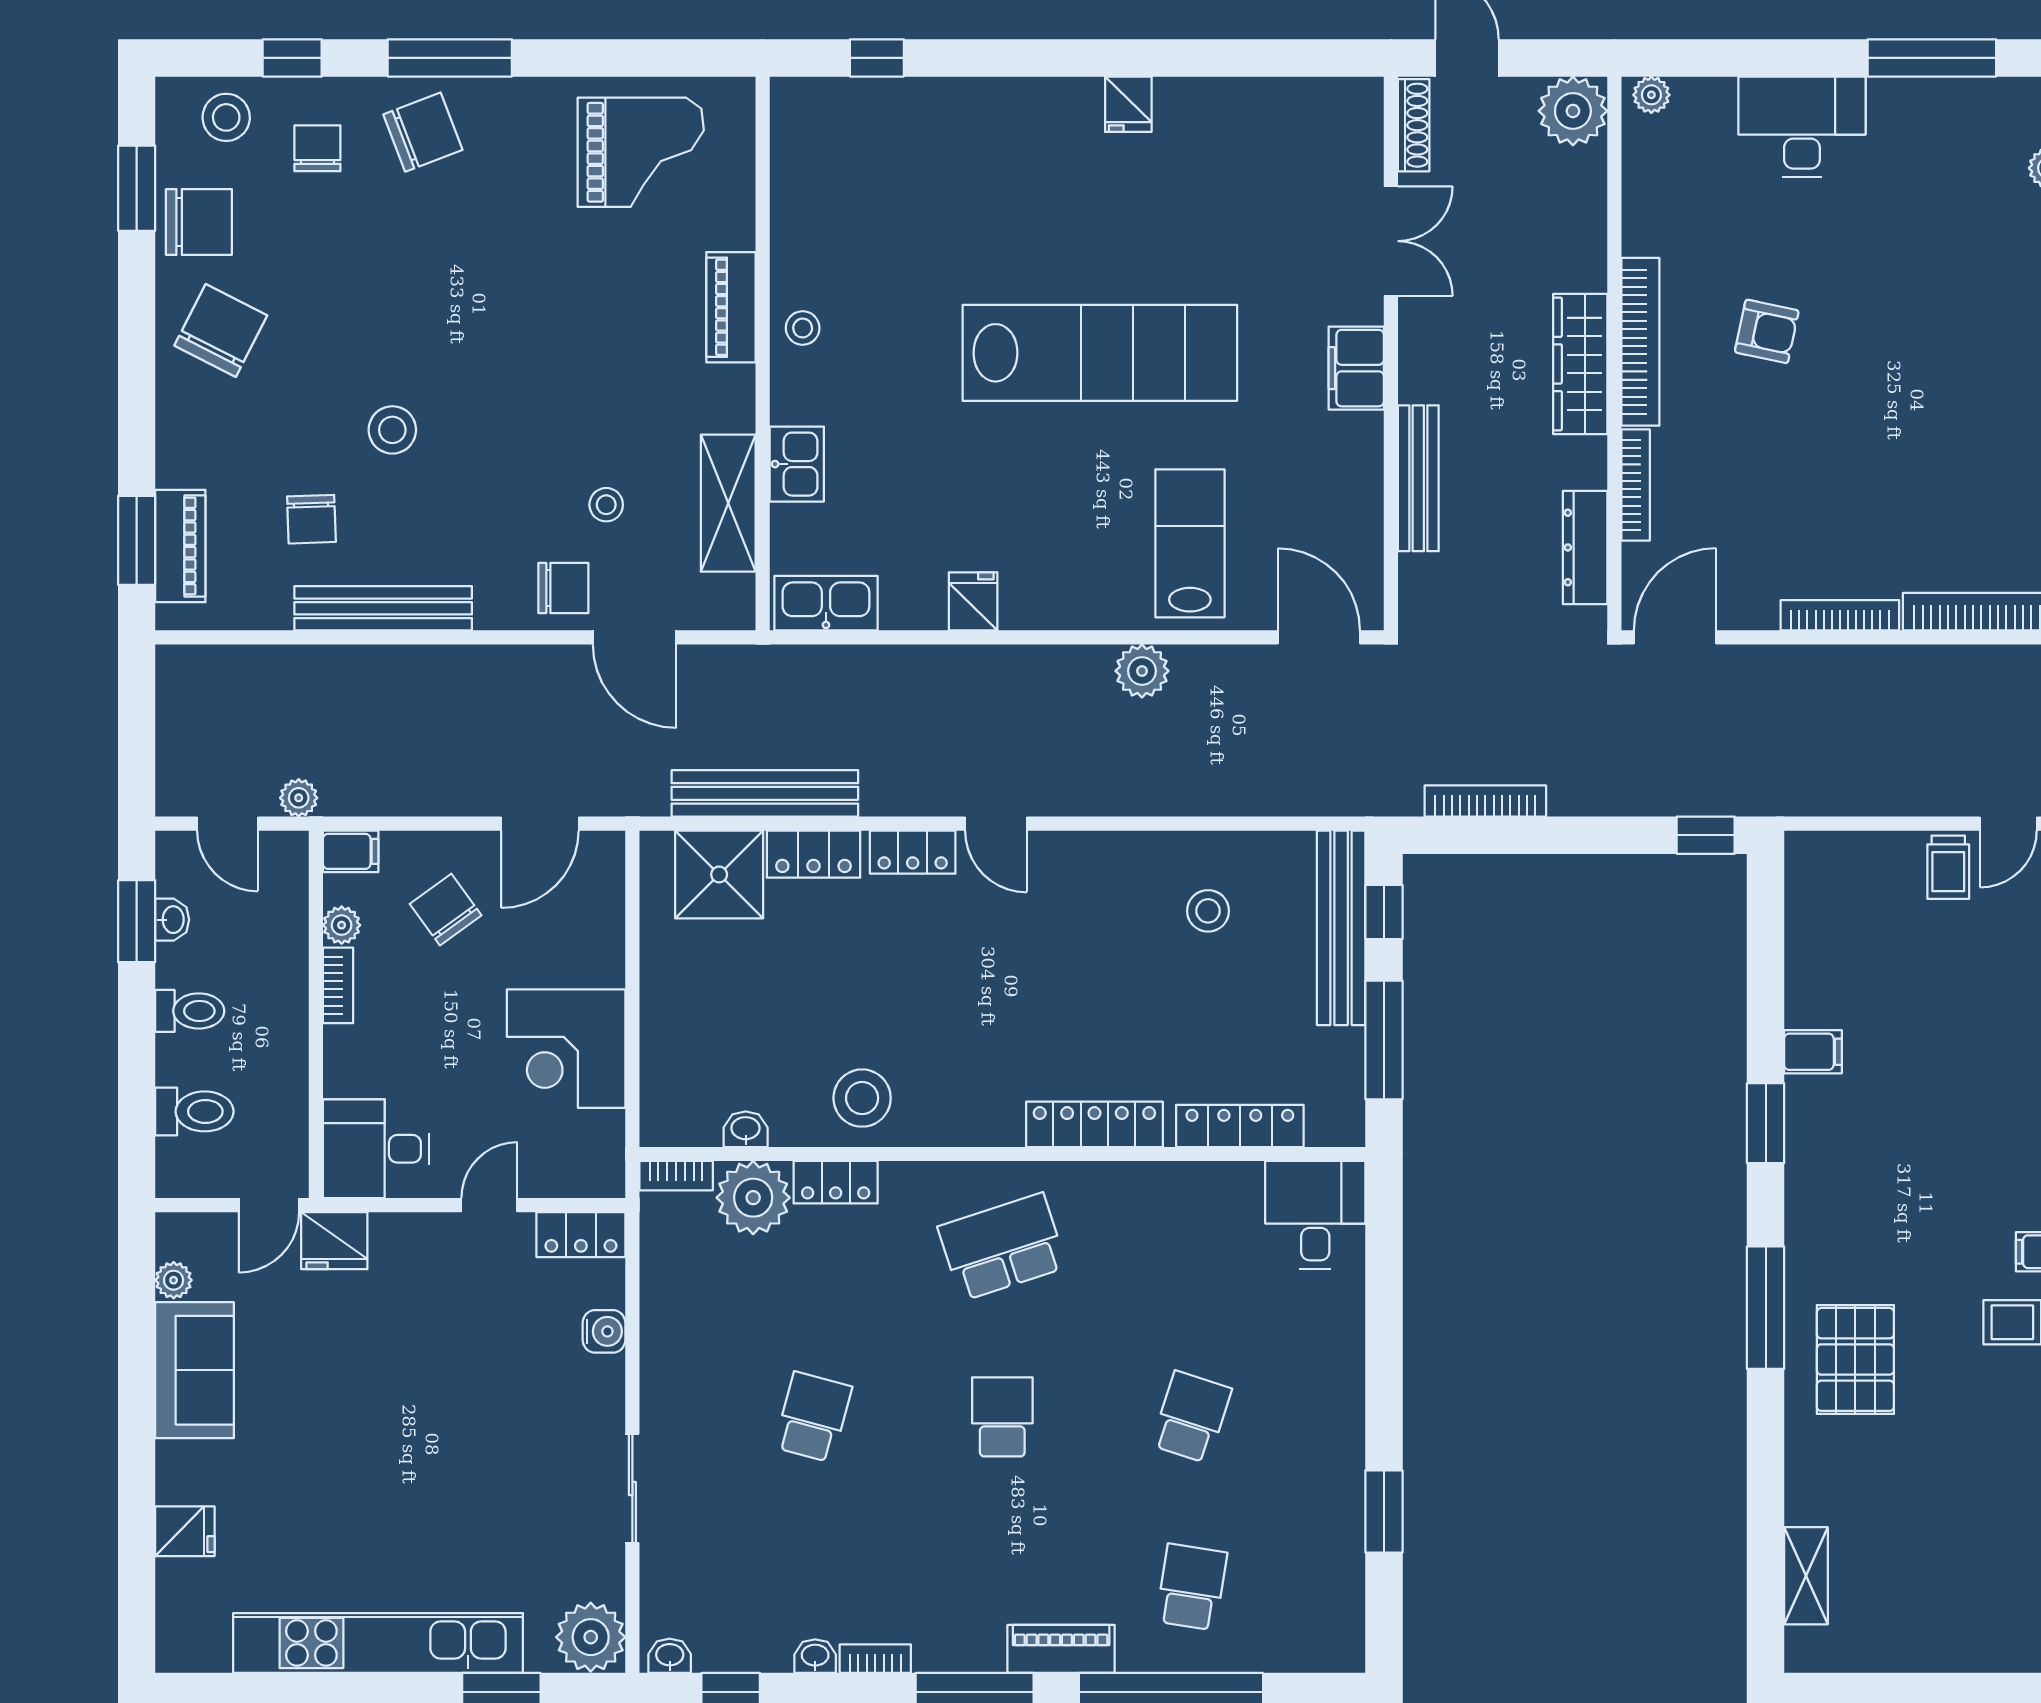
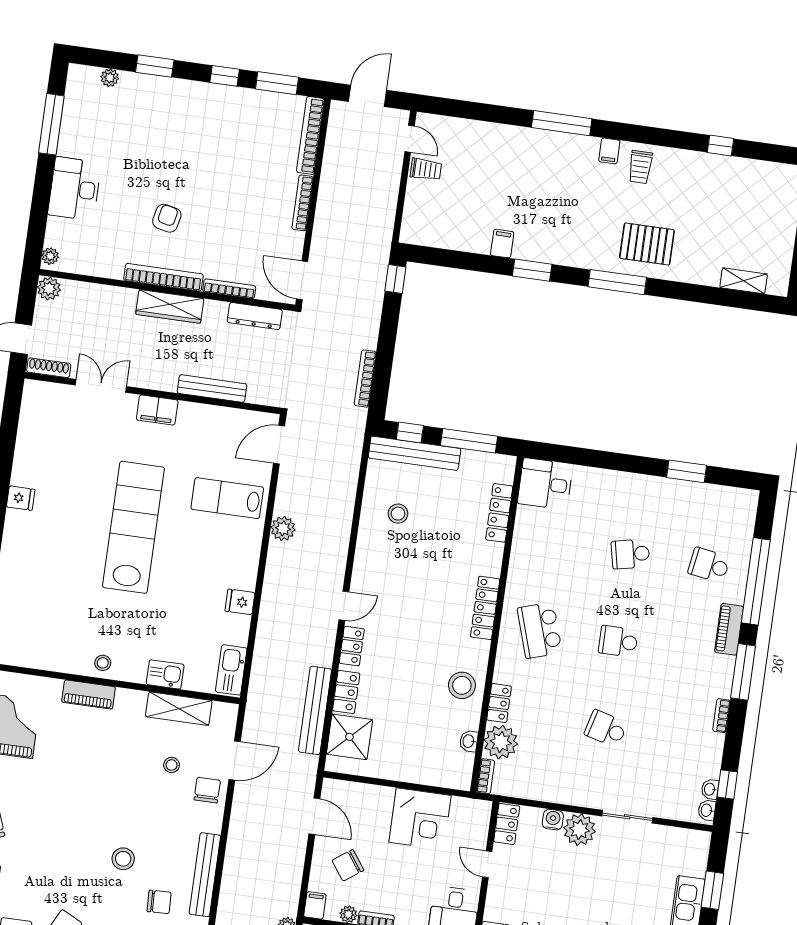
plant: (1573, 111) -> (49, 289), width x0.73, depth x0.73
locker: (1094, 1124) -> (485, 608), moved
school desk: (1191, 1417) -> (630, 554), turned -30
plant: (591, 1637) -> (580, 830), moved
washbasin: (815, 1656) -> (710, 789), moved

